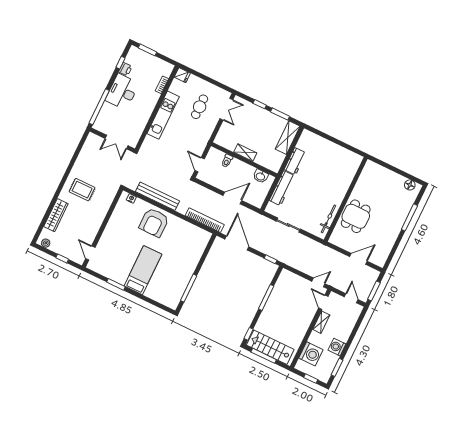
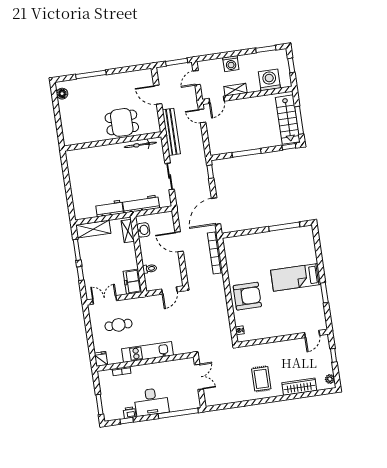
freezer: (226, 141) -> (132, 282), added
shelving: (245, 153) -> (128, 231), moved
bench: (157, 196) -> (171, 132), moved
washing machine: (337, 347) -> (231, 64), moved

